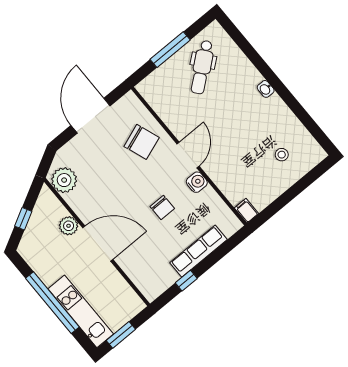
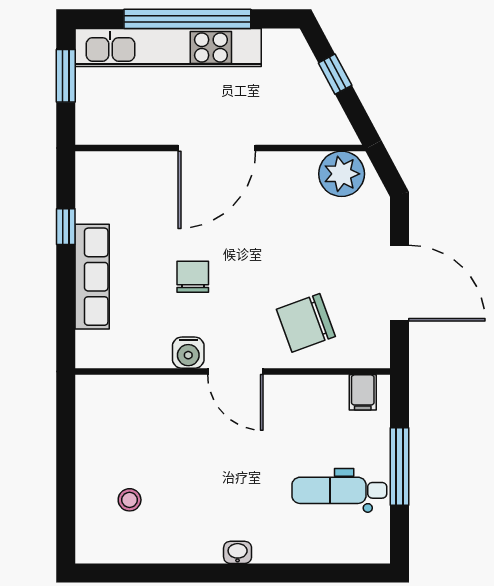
dental chair: (202, 67) -> (339, 490), turned -51
chair: (162, 207) -> (193, 277), turned 90
filing cabinet: (246, 211) -> (363, 392), moved, turned 90
plant: (69, 226) -> (274, 128), removed
kitchen unit: (81, 311) -> (168, 47), width x1.36

